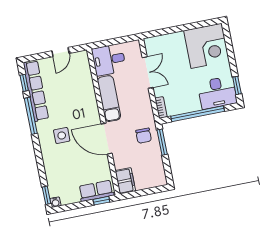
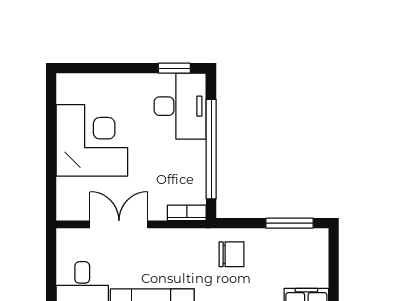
corner desk: (206, 46) -> (92, 140), moved
window: (162, 142) -> (290, 223), moved

